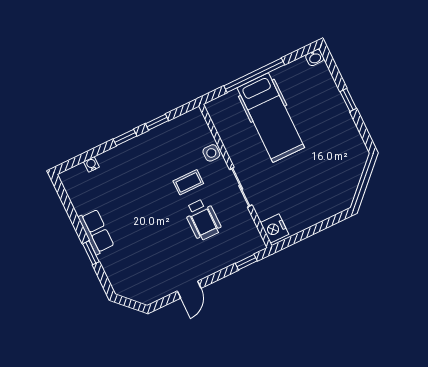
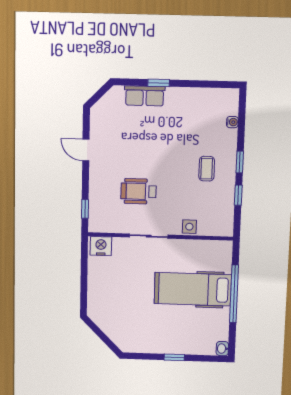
coffee table: (188, 182) -> (207, 169), moved
row of seats: (96, 232) -> (145, 96), moved

